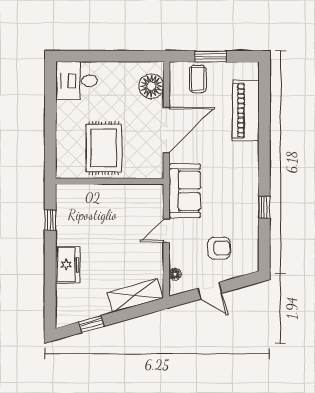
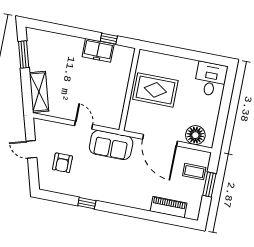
piano: (246, 111) -> (169, 207), width x0.73, depth x0.75
freezer: (68, 265) -> (98, 50), moved
floor lamp: (175, 274) -> (49, 125), removed
door: (210, 291) -> (31, 149), hinge flipped
window: (91, 324) -> (24, 54), width x1.50

